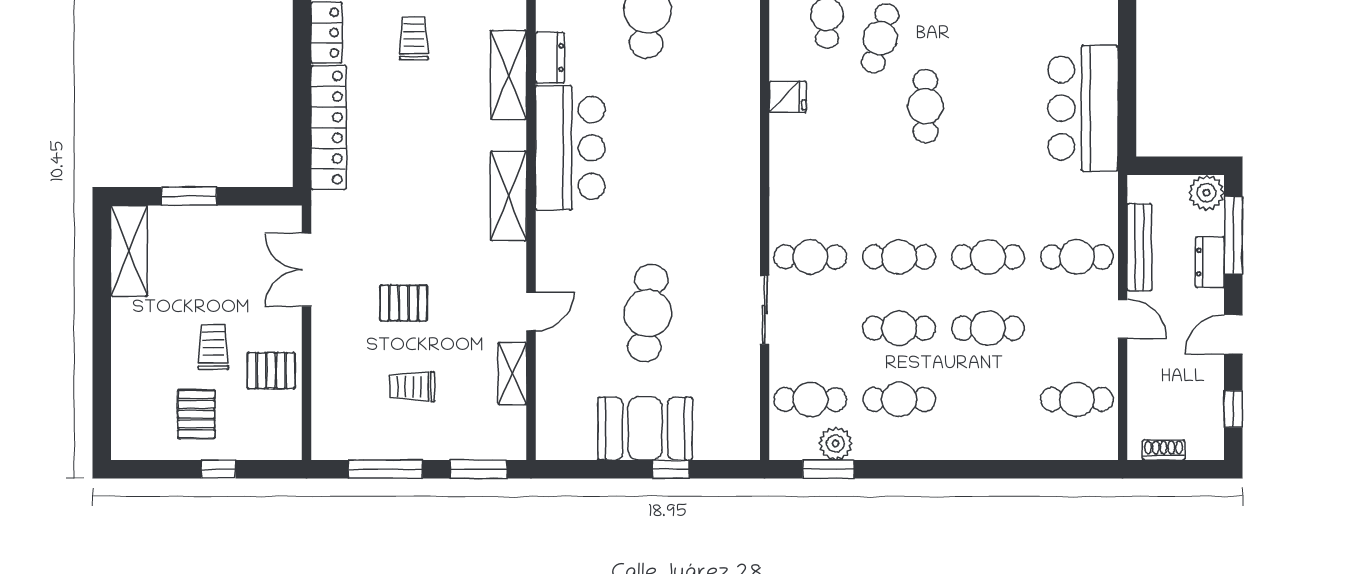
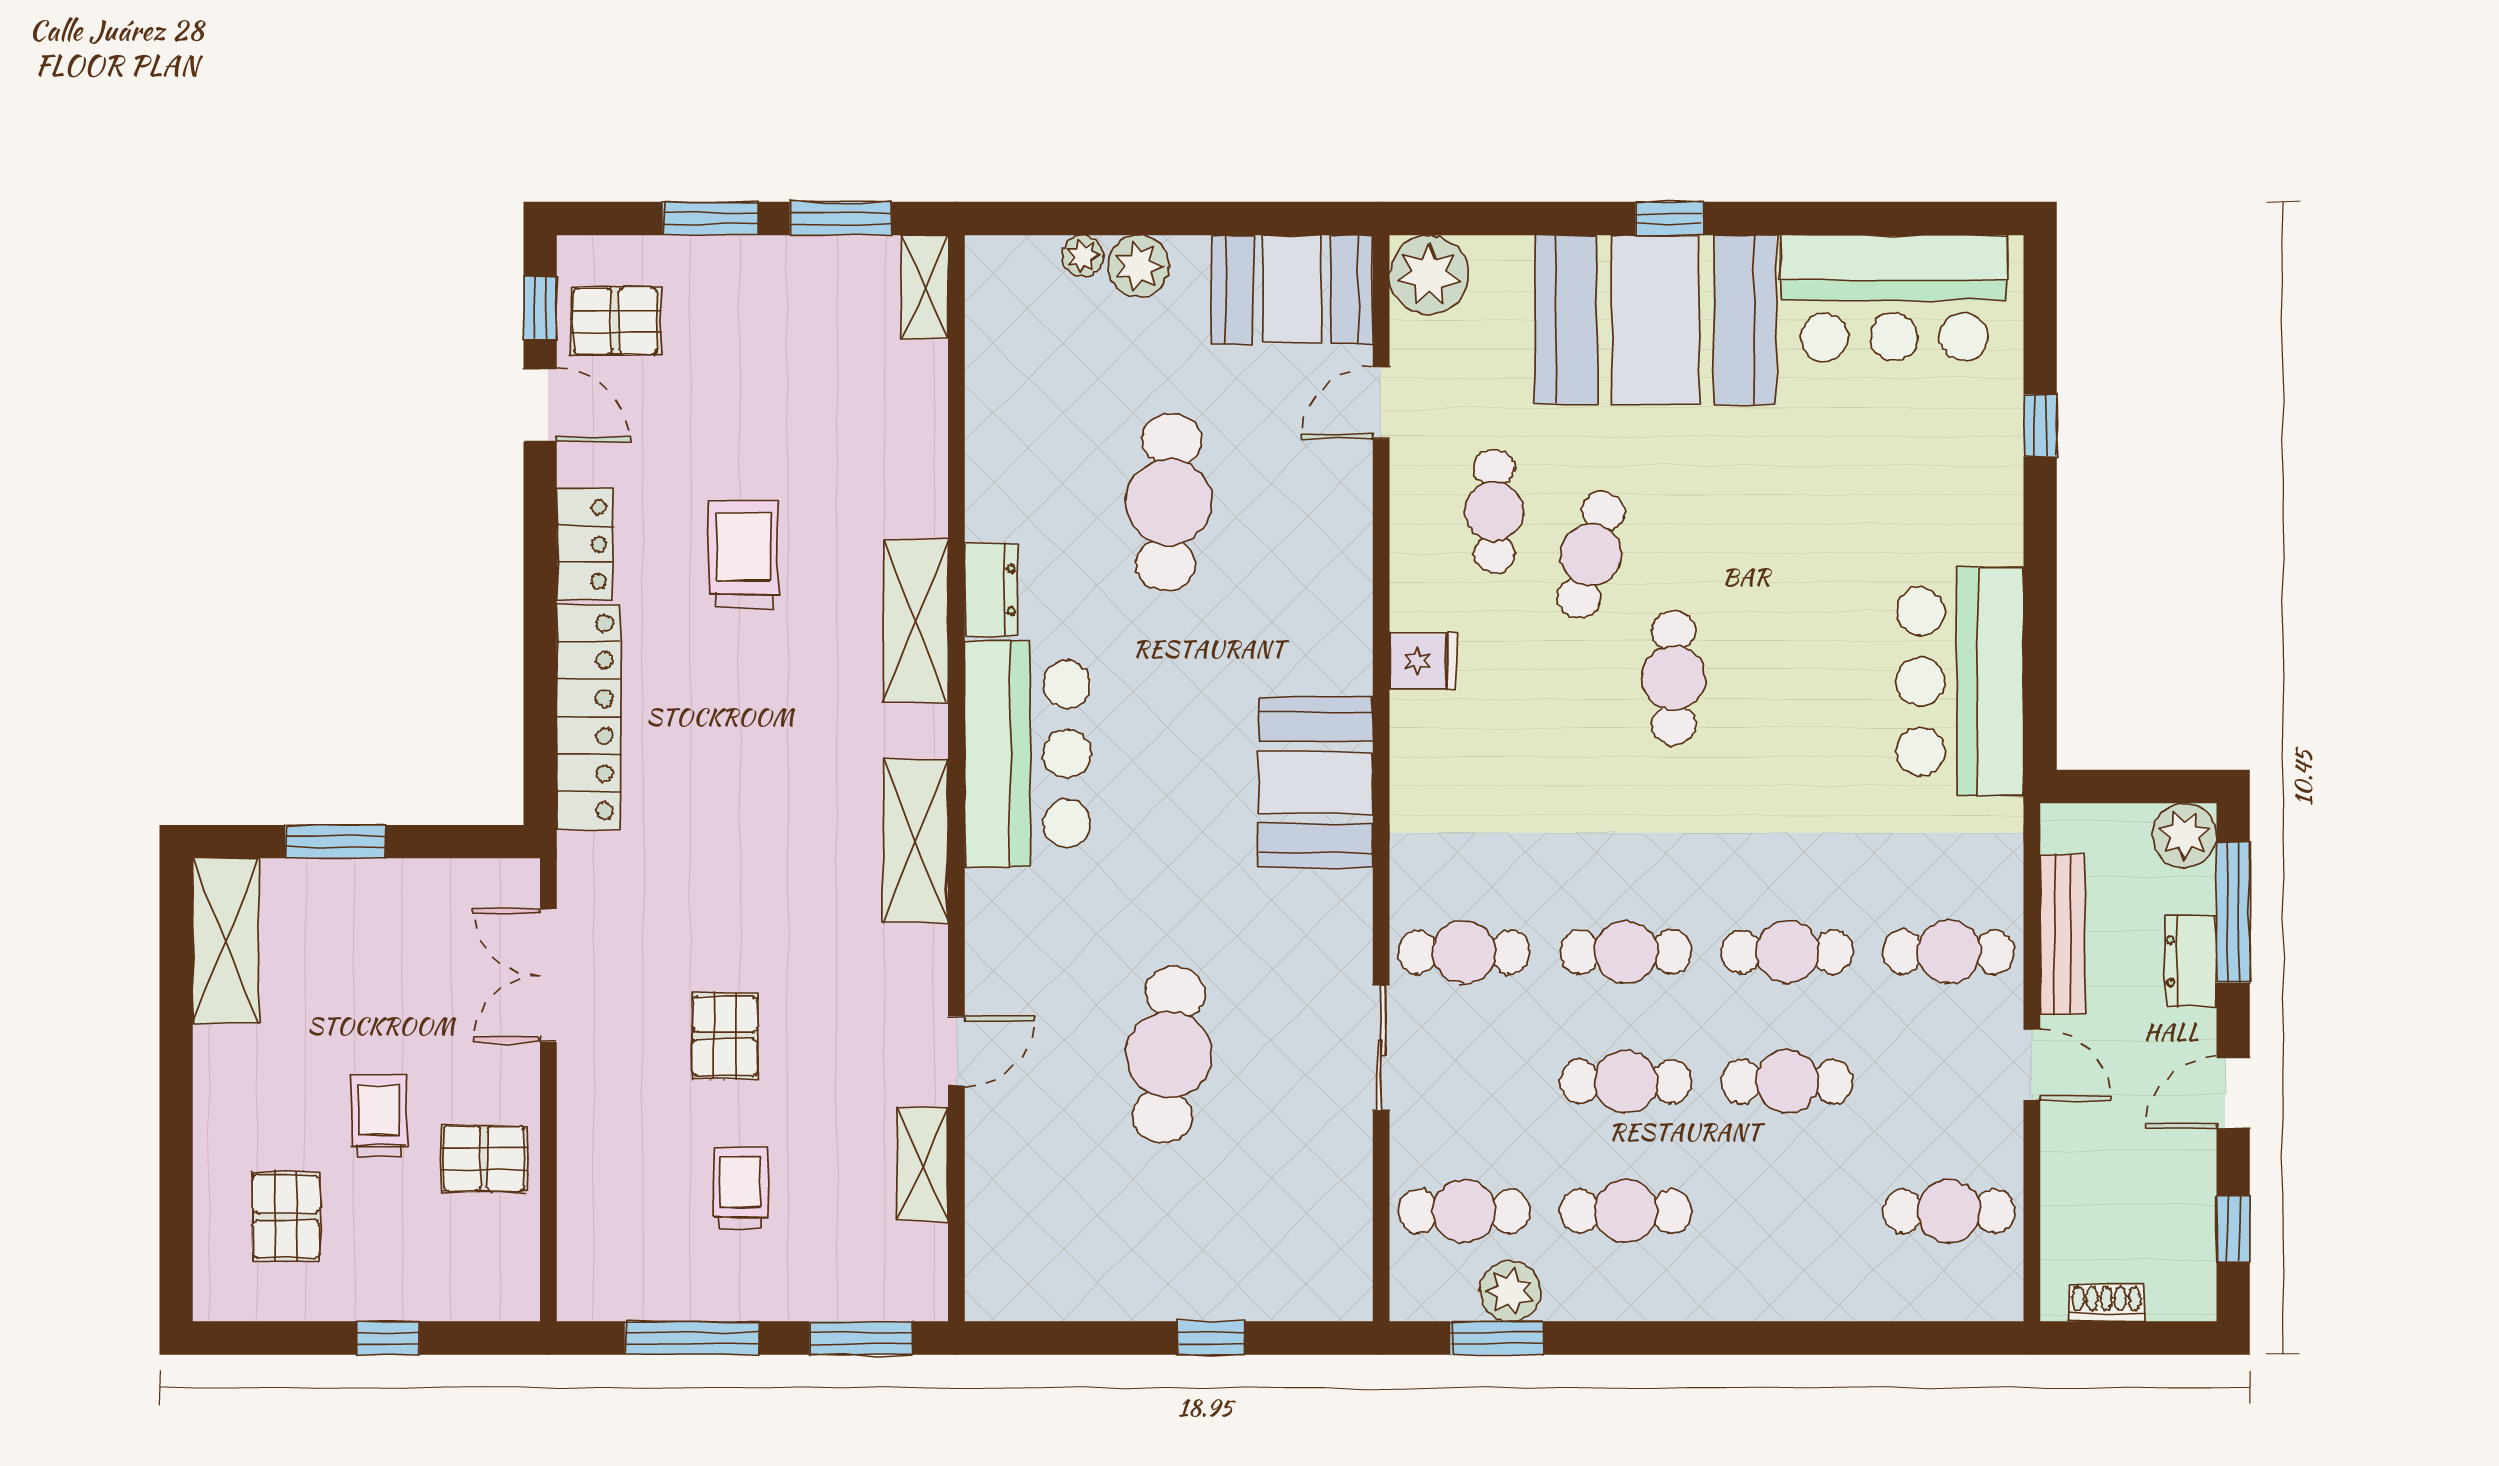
trolley: (414, 38) -> (744, 555), width x1.36, depth x1.39
pallet: (404, 303) -> (725, 1036), turned 90
trolley: (412, 387) -> (740, 1188), turned 90
pallet: (196, 414) -> (286, 1217), moved
booth: (645, 429) -> (1315, 782), moved, turned 90

